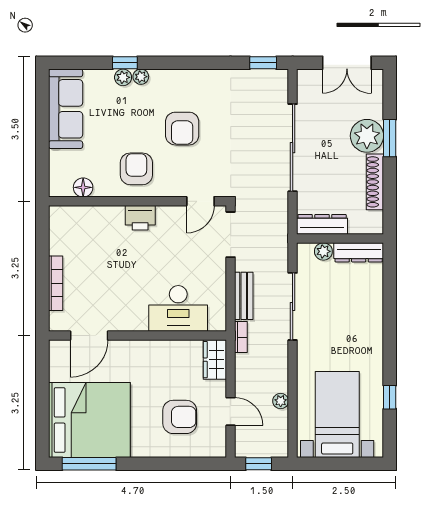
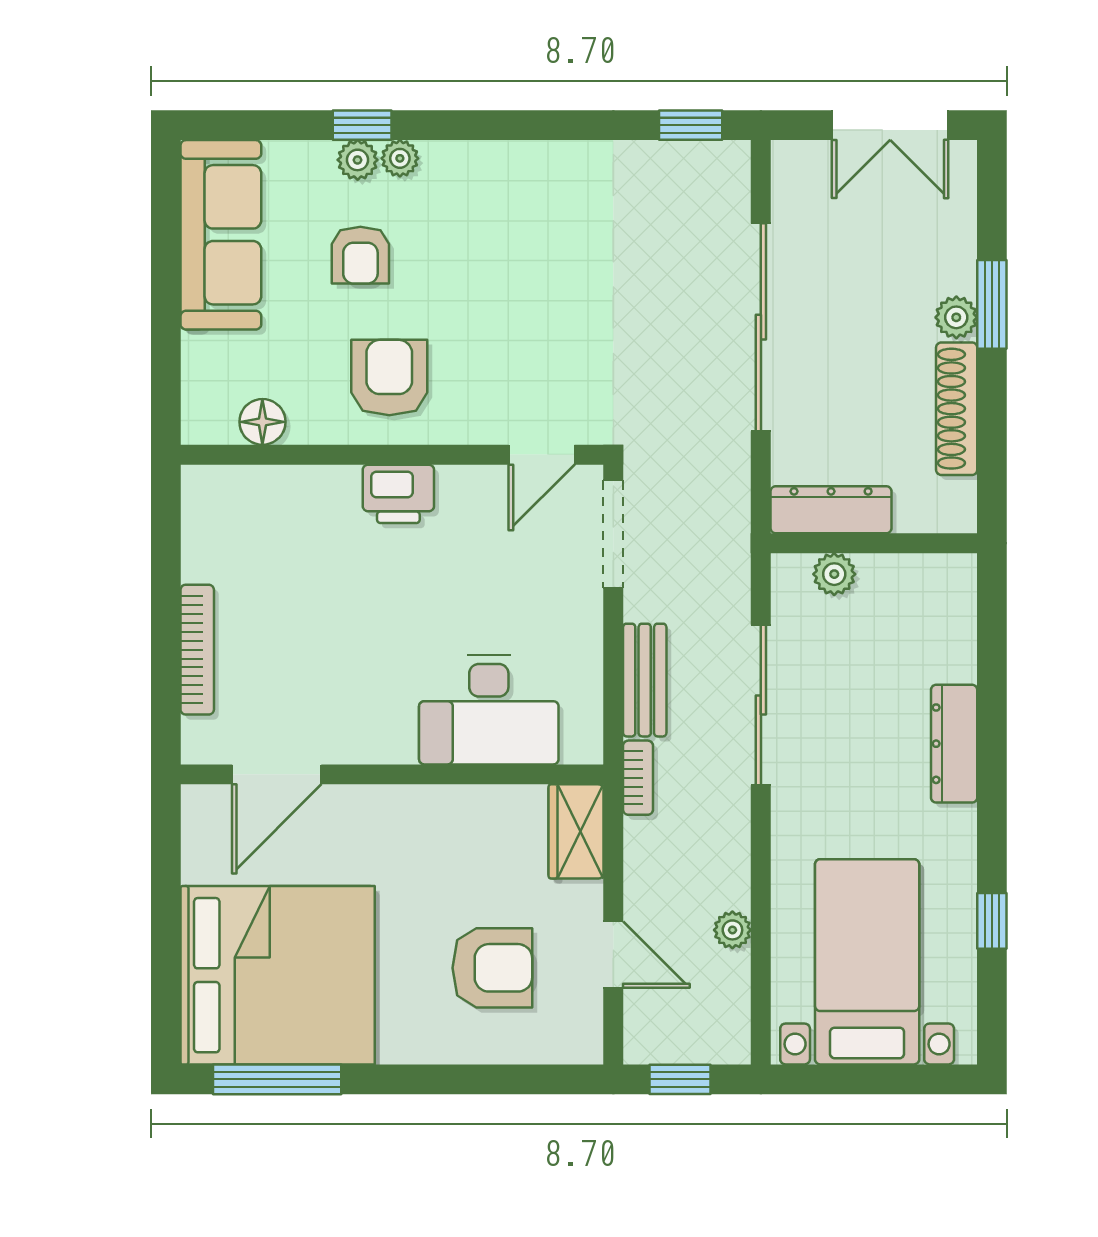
armchair: (182, 129) -> (360, 255), moved, width x0.72, depth x0.72
plant: (367, 136) -> (956, 317), width x0.53, depth x0.53
dresser: (359, 252) -> (954, 744), moved, turned 90

